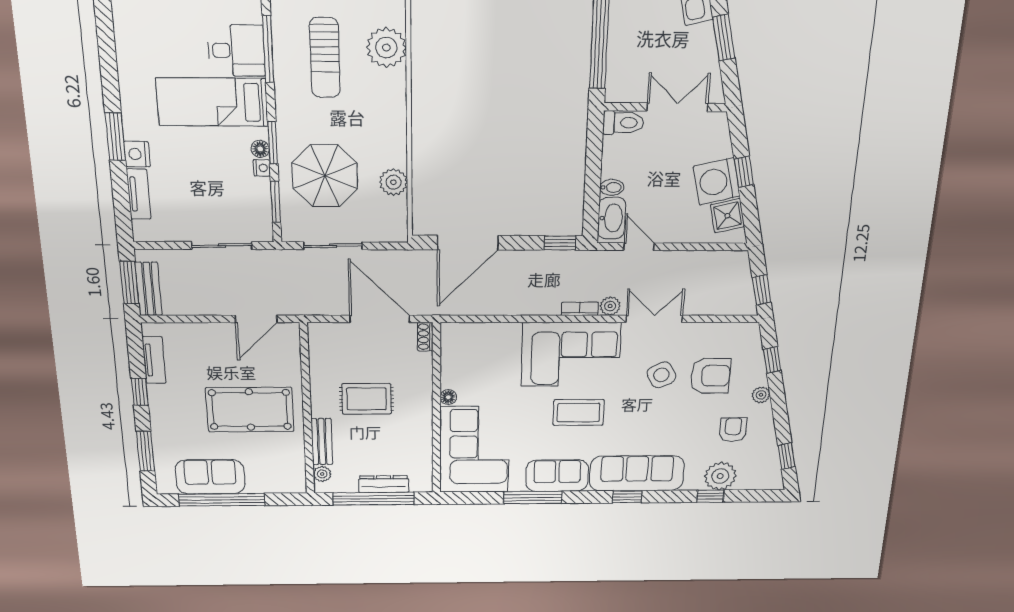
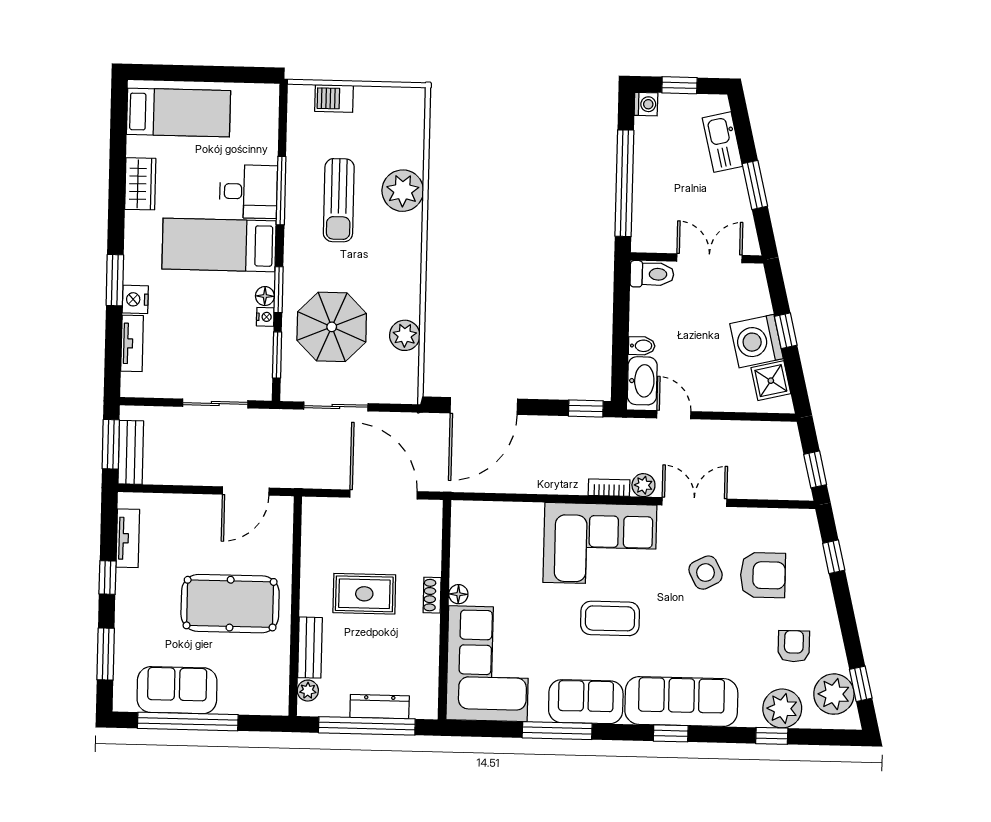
wardrobe: (129, 44) -> (140, 184), added
shoe rack: (425, 337) -> (432, 595), moved
plant: (761, 395) -> (834, 694), moved, width x1.87, depth x1.87

